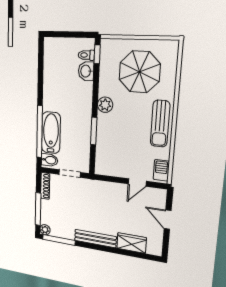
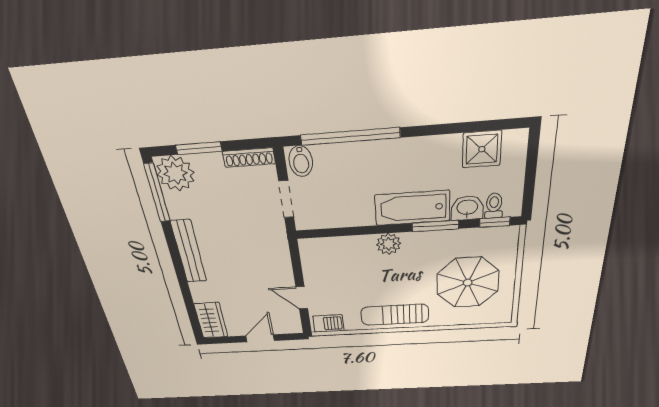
shower: (53, 63) -> (482, 149), added
plant: (105, 105) -> (389, 244), moved
window: (94, 131) -> (435, 226), moved
bathtub: (51, 133) -> (412, 208), moved, turned 180
window: (38, 209) -> (199, 148), width x0.69
plant: (45, 230) -> (175, 173), width x1.88, depth x1.88
wardrobe: (132, 243) -> (211, 320), moved

